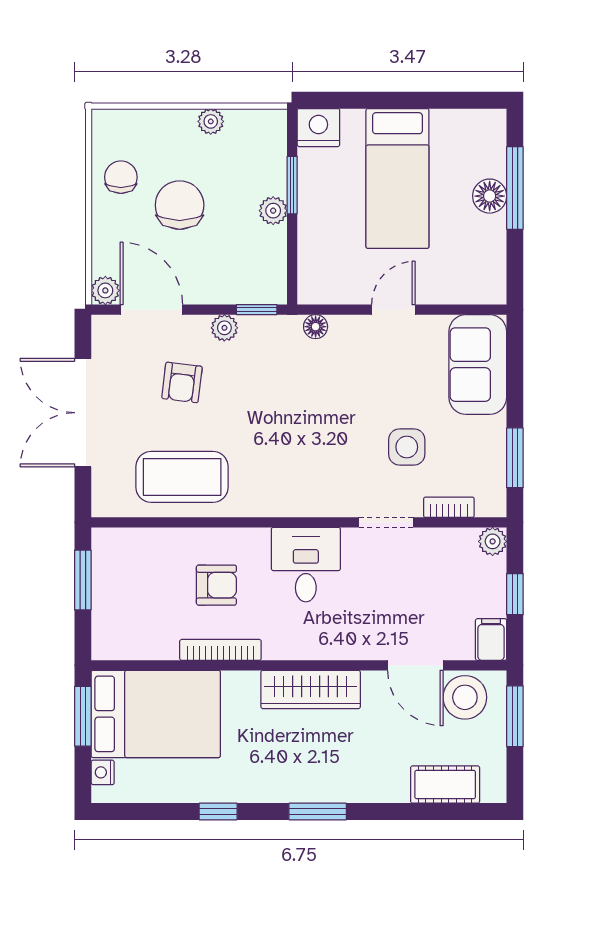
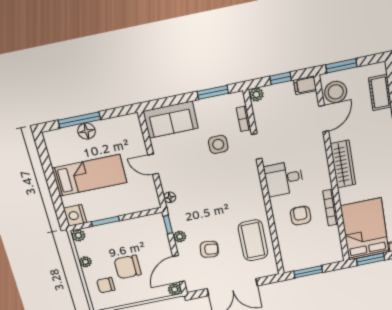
chair: (121, 177) -> (106, 285), moved
plant: (273, 211) -> (78, 235), moved

